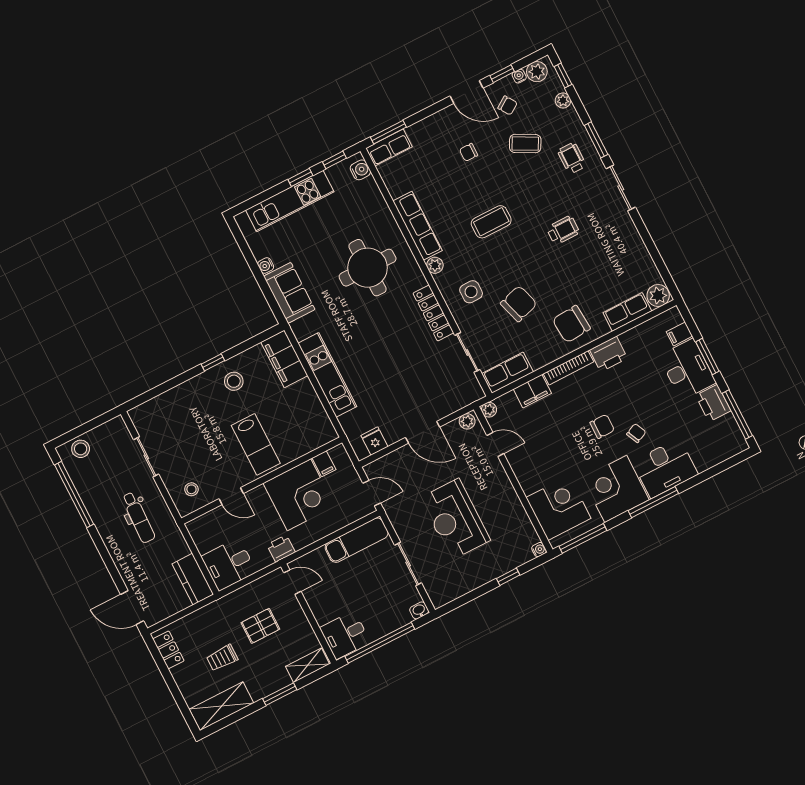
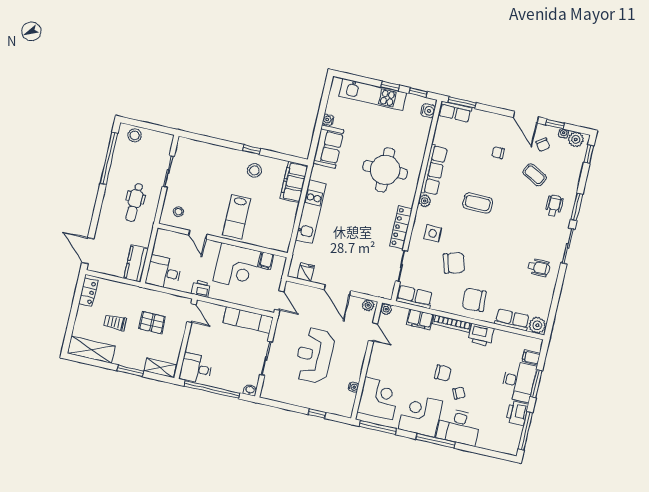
plant: (563, 101) -> (577, 168), removed
wheelchair: (563, 230) -> (539, 267), moved
water cooler: (539, 550) -> (353, 387), moved

